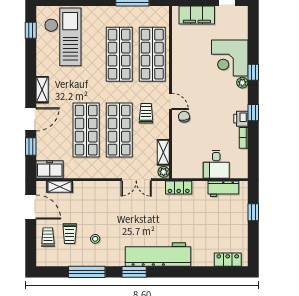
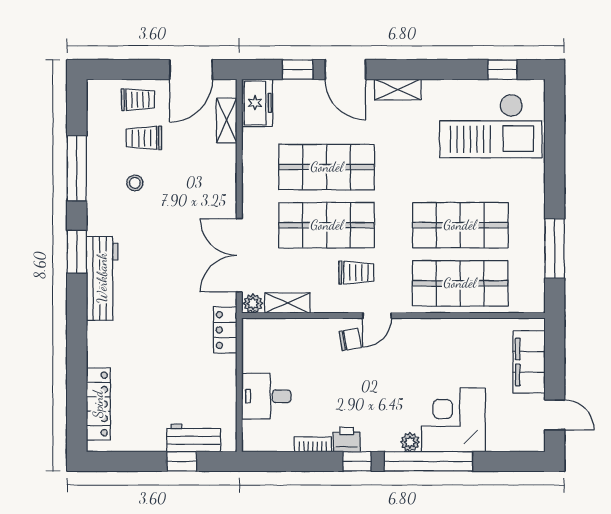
window: (253, 72) -> (428, 461), width x3.17
double door: (136, 180) -> (239, 255), width x1.37
workbench: (223, 189) -> (194, 438), moved, turned 90
workbench: (158, 255) -> (102, 278), width x0.73, depth x0.76
locker: (228, 260) -> (98, 404), width x1.53

